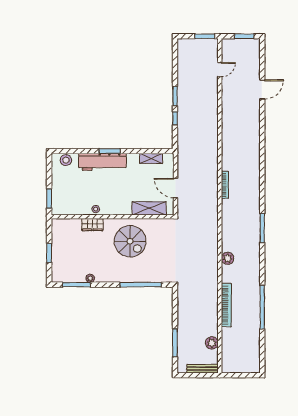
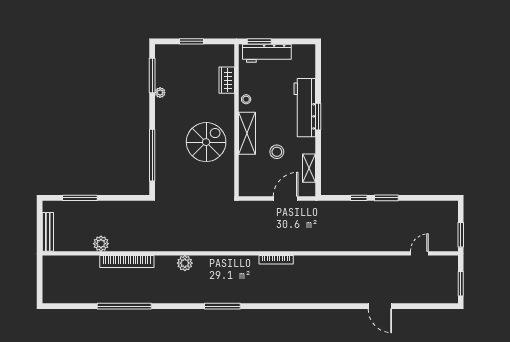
door: (220, 70) -> (419, 253), swing flipped
door: (262, 90) -> (380, 306), moved
stool: (66, 160) -> (277, 152), moved
door: (176, 188) -> (286, 199), moved
workbench: (59, 192) -> (267, 53), added
shelving: (149, 208) -> (247, 133), moved
wardrobe: (92, 225) -> (227, 80), moved
spiral stairs: (130, 241) -> (206, 142), turned 180
plant: (212, 343) -> (101, 244), moved

